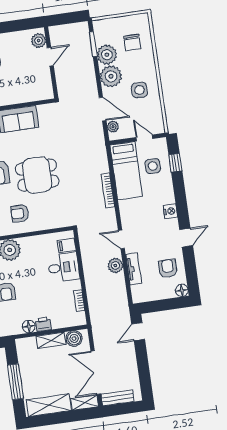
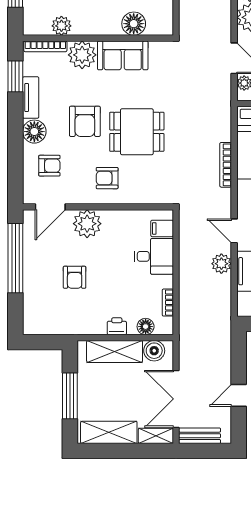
floor lamp: (23, 94) -> (134, 24), added
floor lamp: (29, 326) -> (146, 327), moved
door: (138, 332) -> (239, 395), moved
shelving: (51, 340) -> (115, 351), width x1.50, depth x1.33

